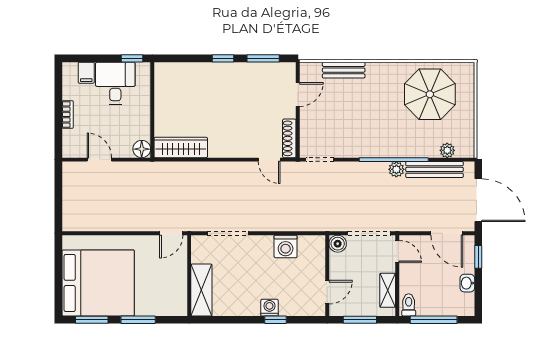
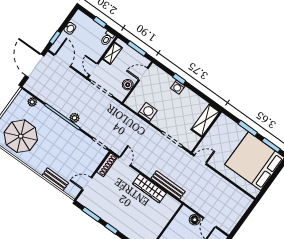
wardrobe: (181, 147) -> (149, 188), moved
floor lamp: (142, 149) -> (195, 220), moved
plant: (396, 169) -> (74, 118), moved
bench: (434, 169) -> (168, 185), moved
boiler: (338, 244) -> (128, 85), moved
window: (434, 320) -> (100, 22), width x0.46

